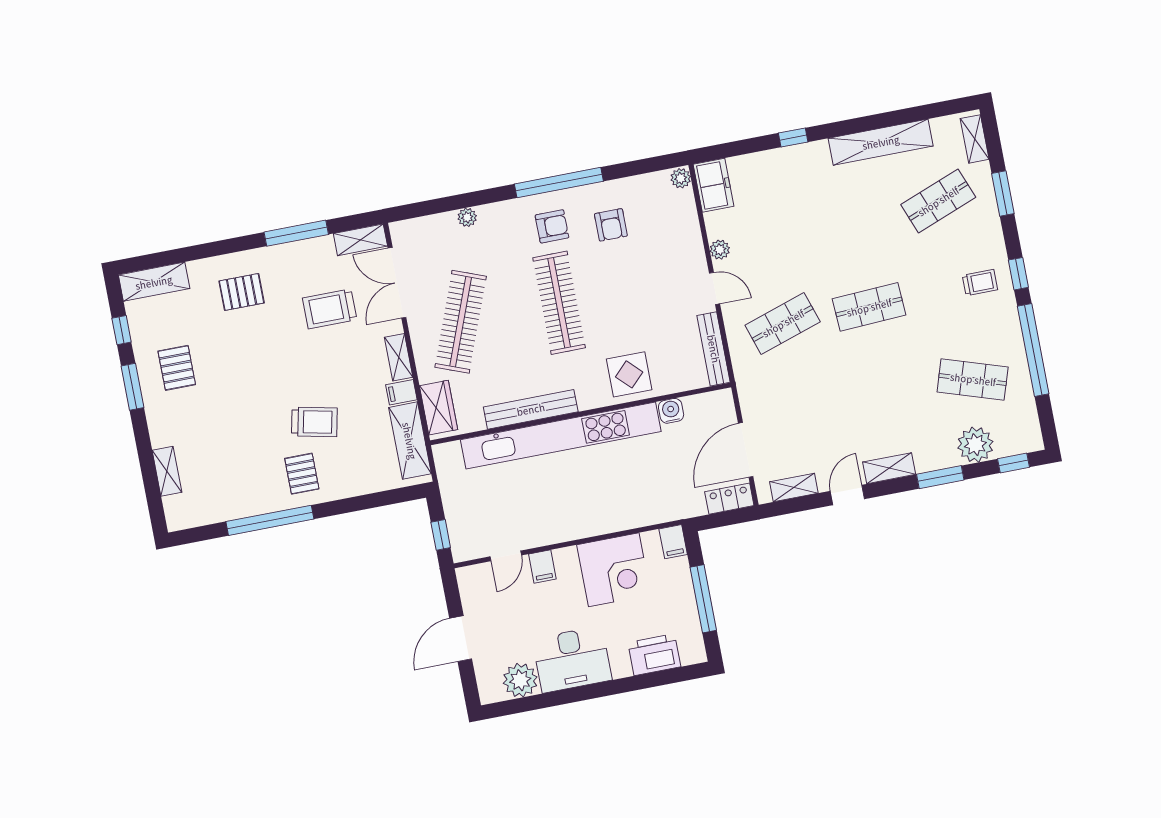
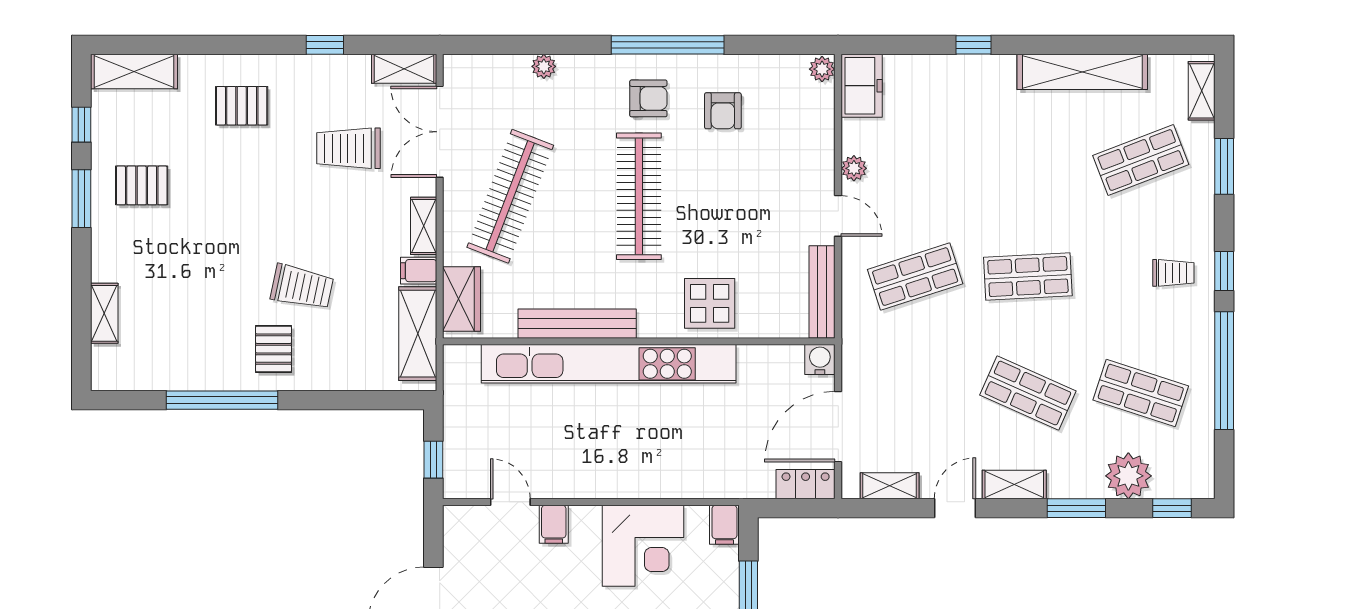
window: (296, 233) -> (325, 45), width x0.46
pallet: (177, 368) -> (142, 185), turned 90
shop shelf: (886, 396) -> (1028, 393), added
water cooler: (671, 411) -> (820, 359), moved
door: (506, 556) -> (510, 502), swing flipped

